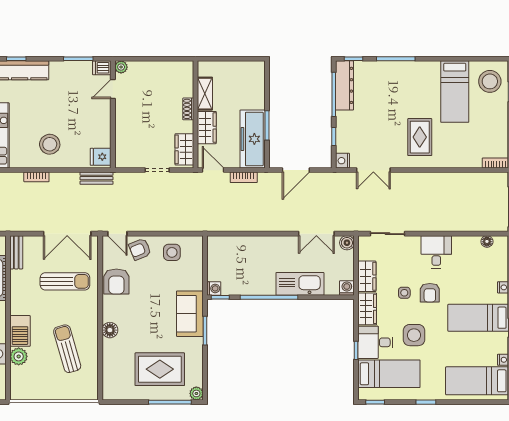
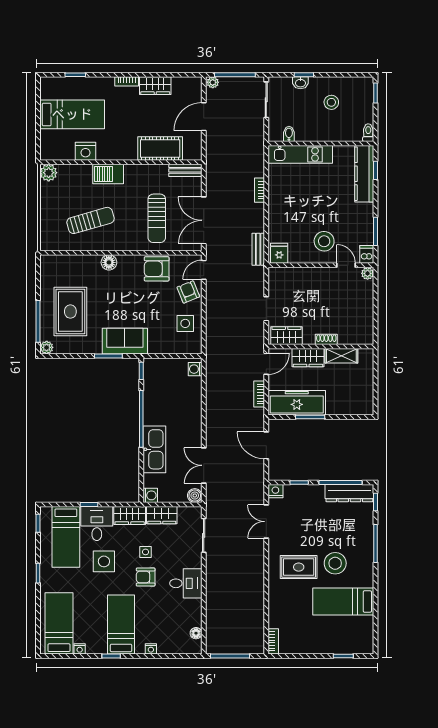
stool: (490, 81) -> (335, 563), moved
stool: (50, 144) -> (324, 241), moved
washing machine: (214, 288) -> (195, 369), moved, turned 90
plant: (19, 356) -> (49, 173), moved

